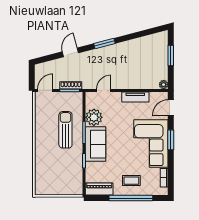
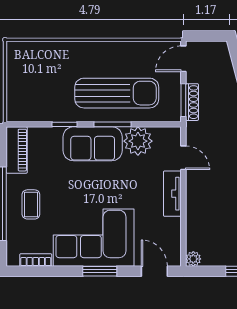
door: (45, 90) -> (183, 59), swing flipped
tv unit: (135, 97) -> (172, 194), moved
sun lounger: (65, 130) -> (117, 93), width x1.36, depth x1.34

